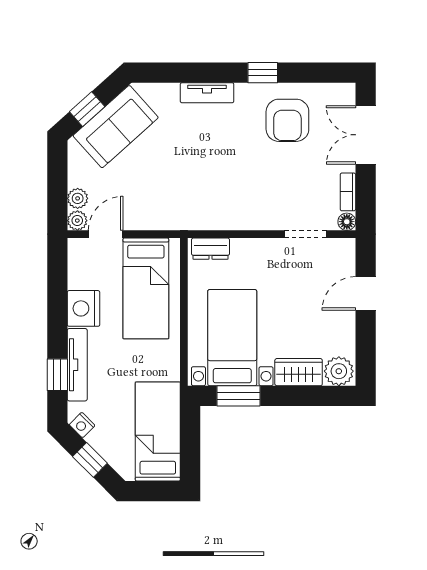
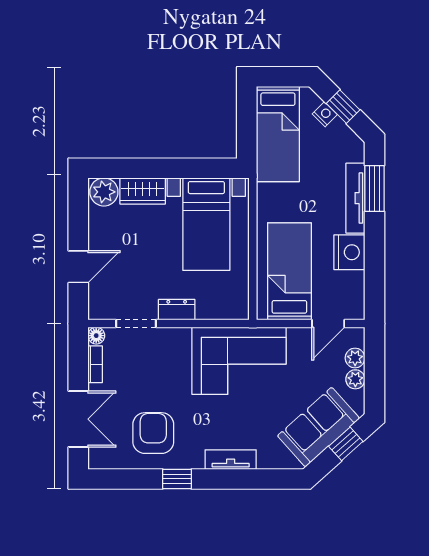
corner sofa: (198, 195) -> (239, 361), added
plant: (77, 221) -> (355, 379), moved
dresser: (211, 249) -> (177, 310), moved
window: (57, 375) -> (375, 189), width x1.50
window: (238, 396) -> (200, 168), removed
nightstand: (82, 425) -> (325, 114), moved

